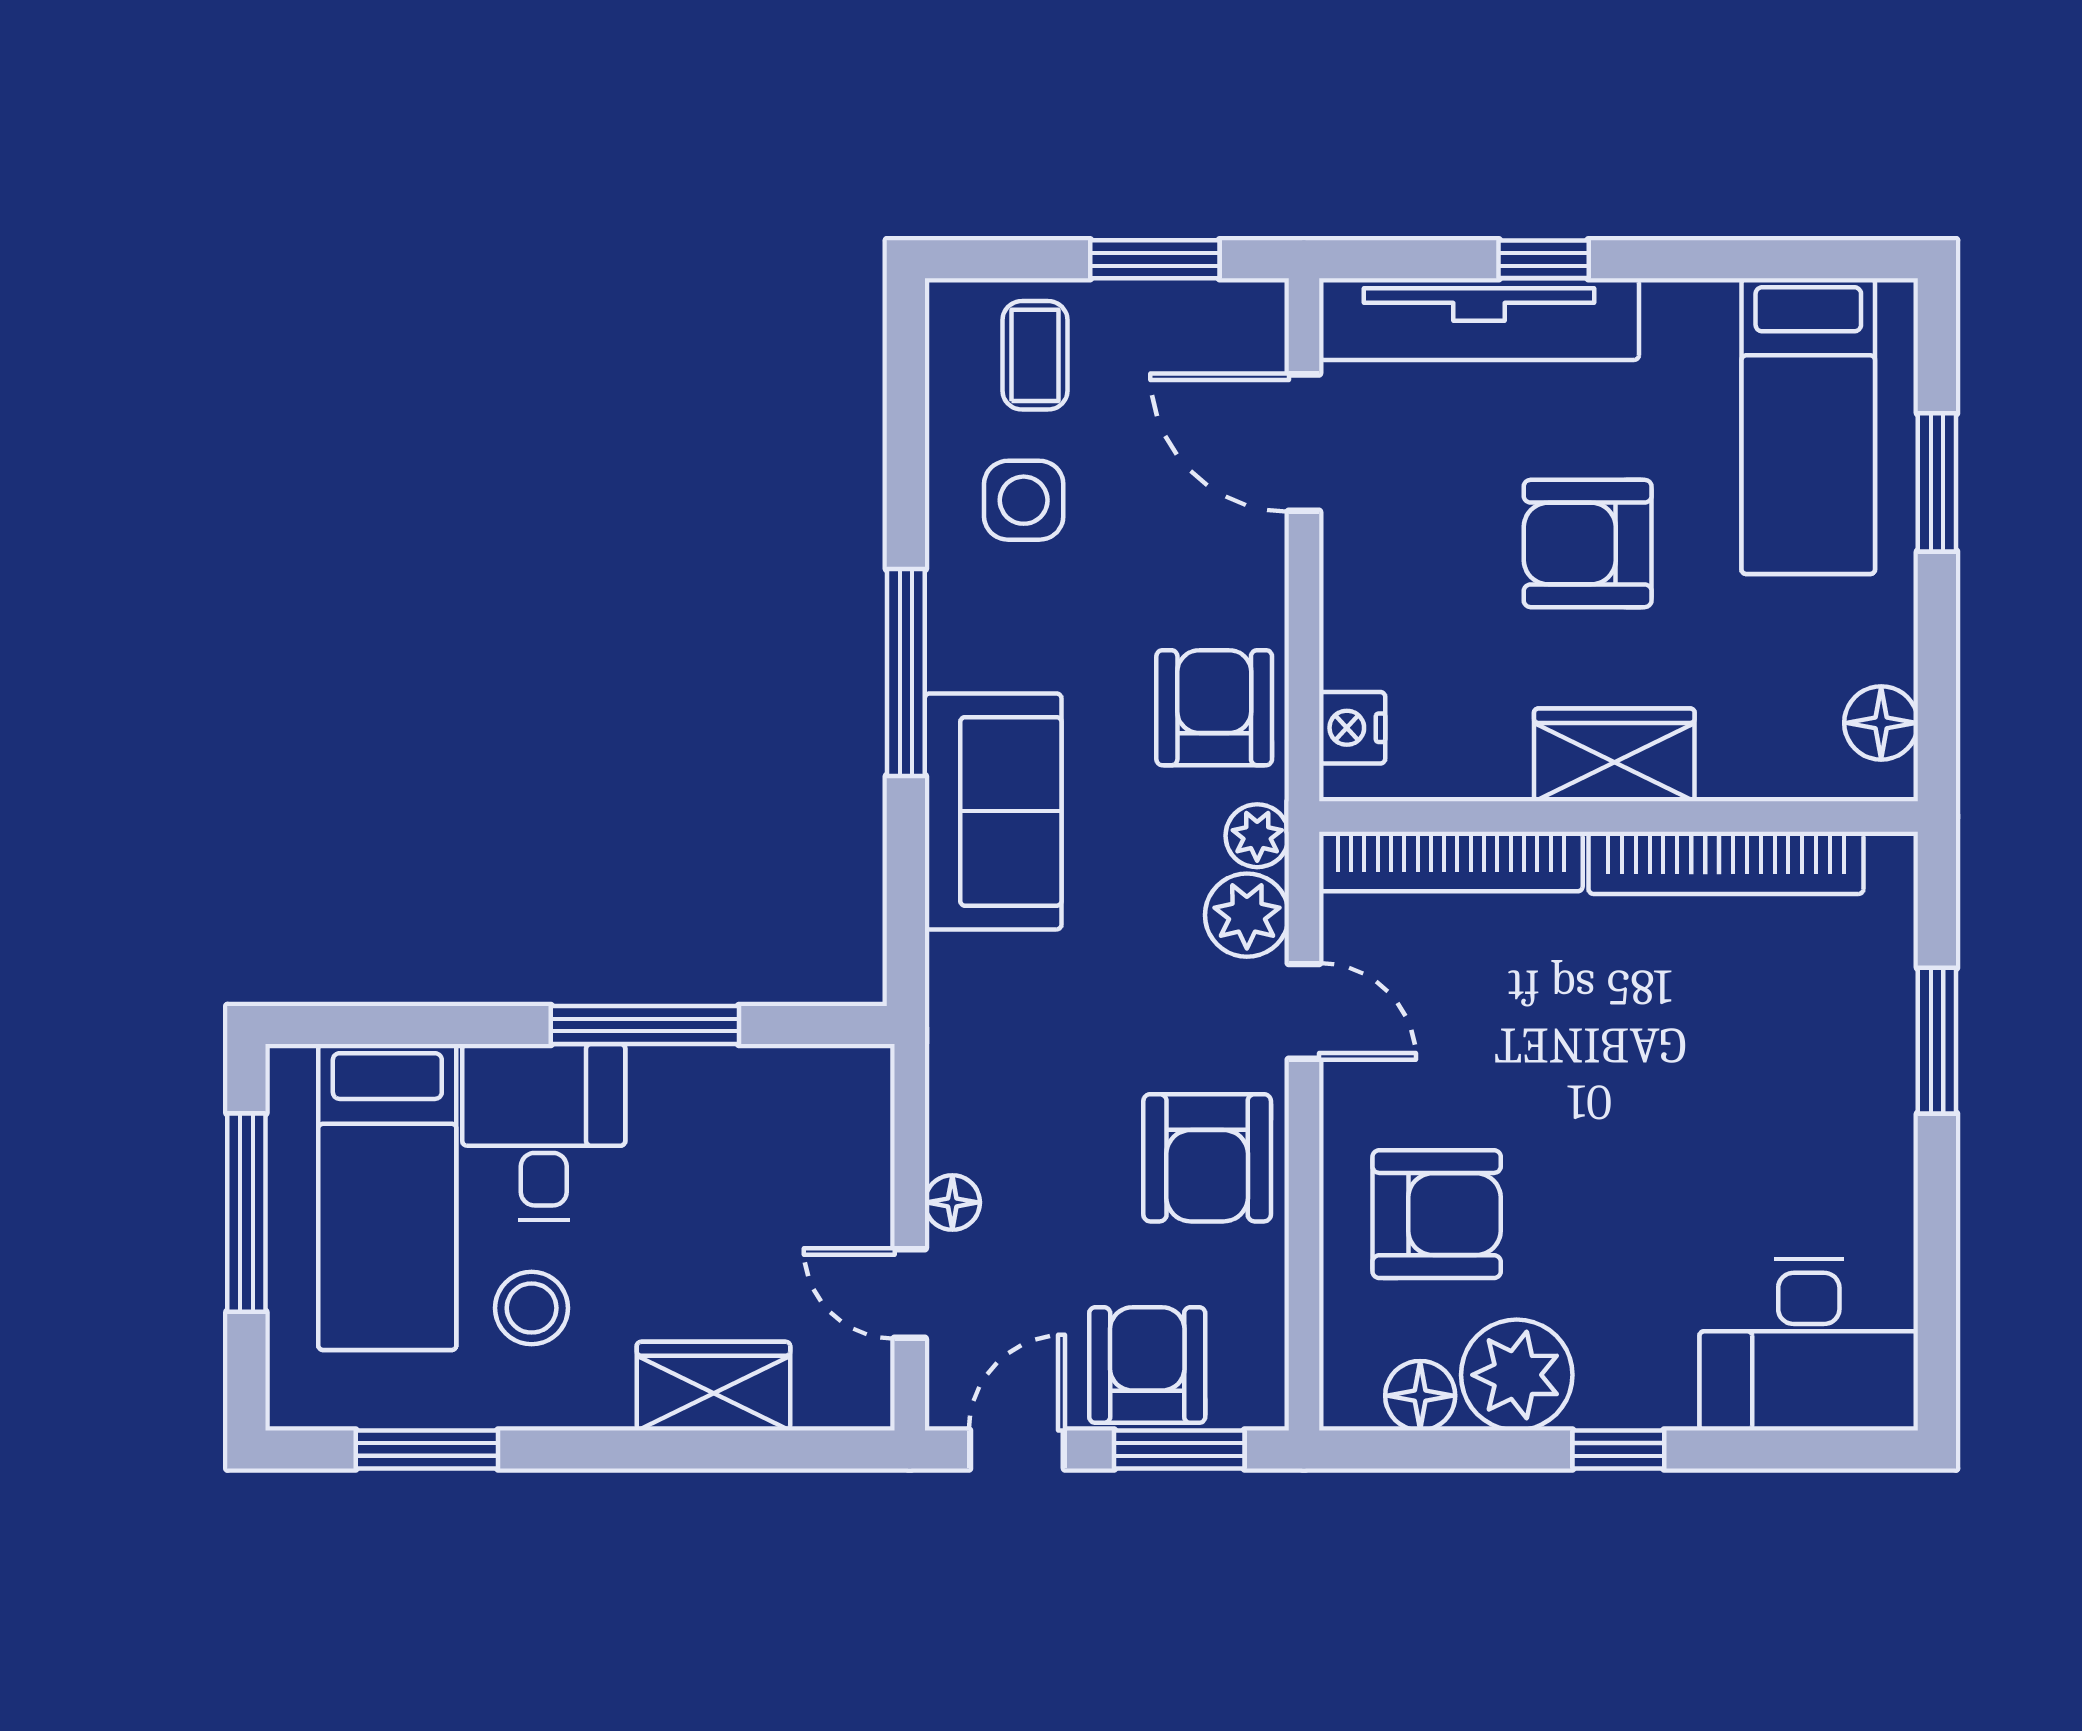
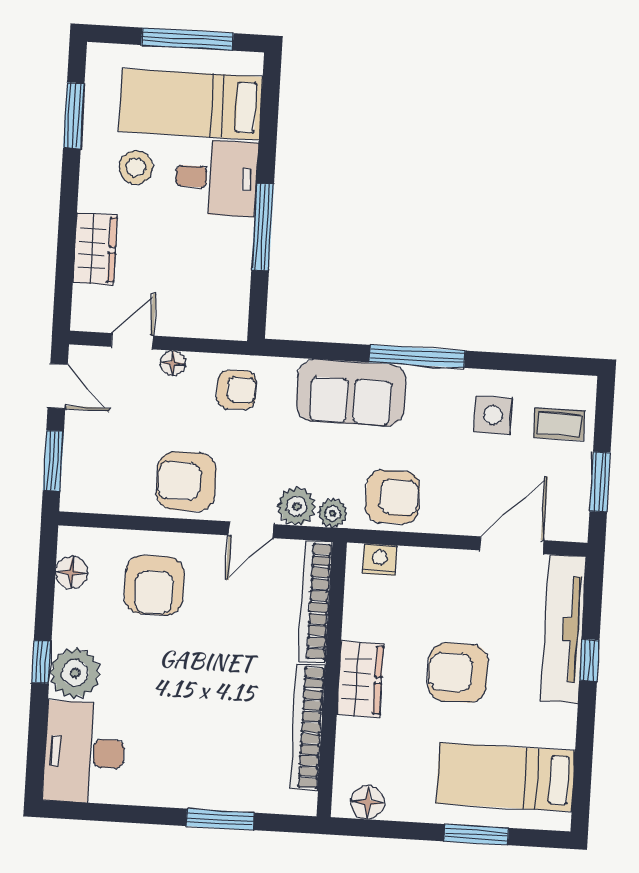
armchair: (1588, 543) -> (458, 673), turned -90
armchair: (1147, 1365) -> (237, 390), moved, width x0.72, depth x0.72
plant: (1517, 1375) -> (75, 673), moved

